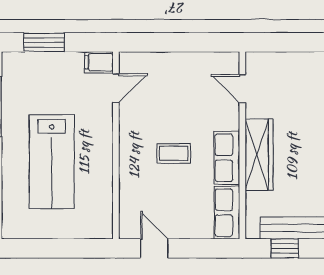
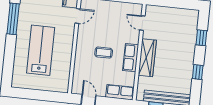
lab bench: (52, 162) -> (41, 50), turned 180
row of seats: (227, 213) -> (120, 92), moved, turned 90

